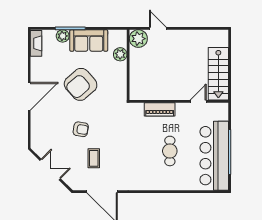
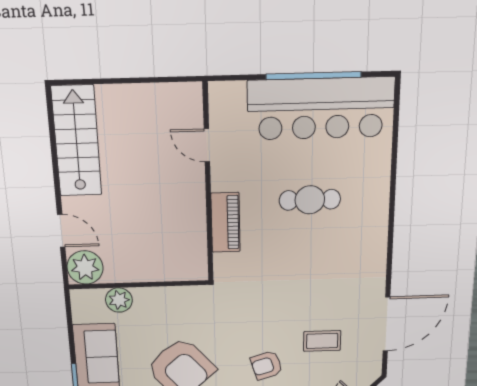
door: (158, 28) -> (61, 231), swing flipped
stairs: (218, 74) -> (77, 141), moved, turned -90
armchair: (81, 129) -> (267, 365), turned -117

